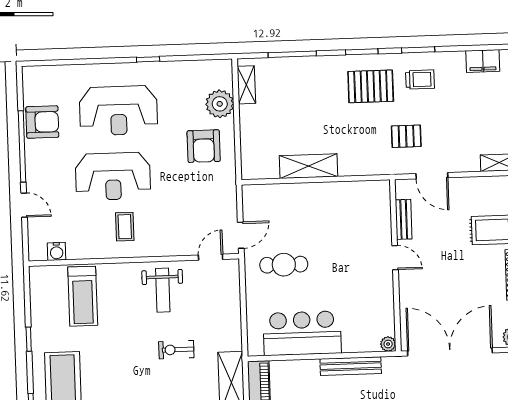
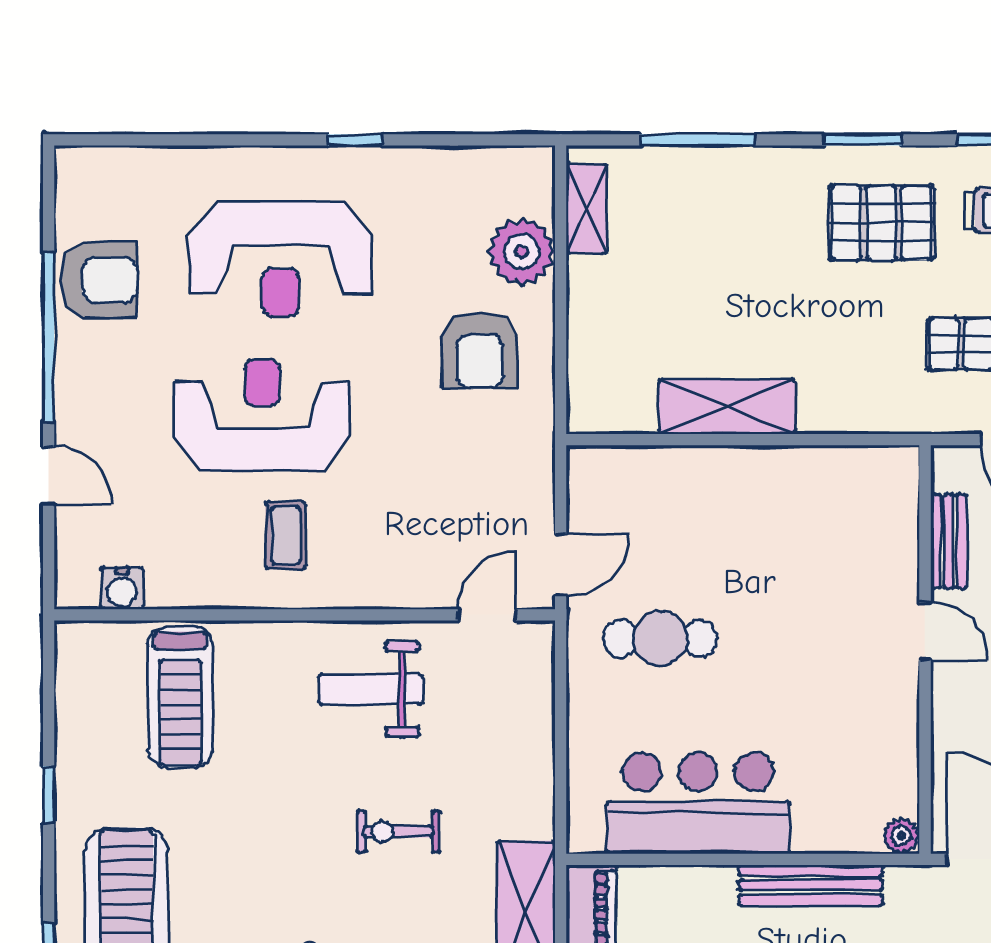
reception desk: (113, 176) -> (262, 415), turned 180
weight bench: (163, 290) -> (371, 689), turned 90

